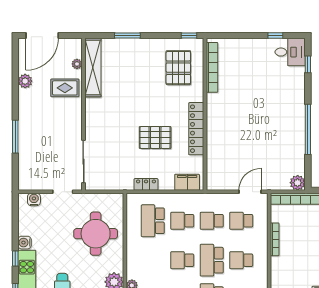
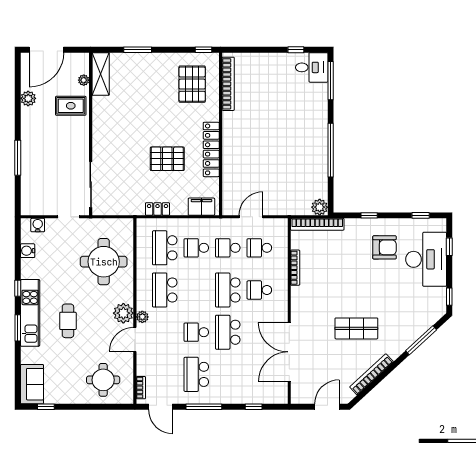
window: (308, 64) -> (331, 81), width x2.17
shelving: (93, 68) -> (101, 74), width x0.68
door: (250, 192) -> (251, 217), moved
water cooler: (25, 243) -> (28, 251), moved
school desk: (182, 260) -> (165, 290), moved, width x1.85

